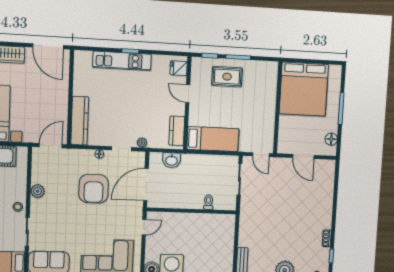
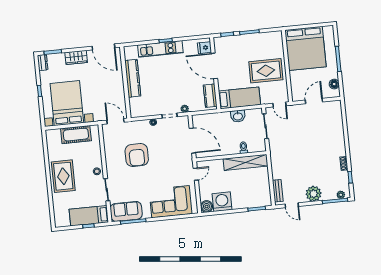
rug: (227, 77) -> (266, 71), moved, width x1.36, depth x1.43
door: (188, 94) -> (214, 66), width x1.87
kitchen counter: (80, 121) -> (133, 78), moved
door: (51, 146) -> (115, 121), hinge flipped
door: (303, 156) -> (314, 101), swing flipped
washbasin: (172, 160) -> (238, 116), moved
door: (146, 184) -> (192, 141), swing flipped
armchair: (94, 189) -> (137, 155), moved
plant: (38, 191) -> (110, 157), removed
shelving: (208, 221) -> (246, 162), added

